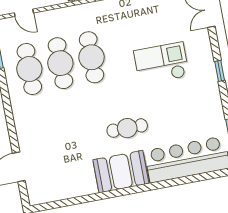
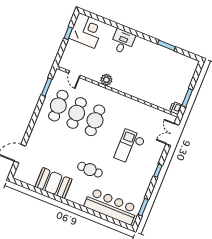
checkout: (161, 63) -> (130, 147), turned -90
booth: (121, 172) -> (54, 183), moved

